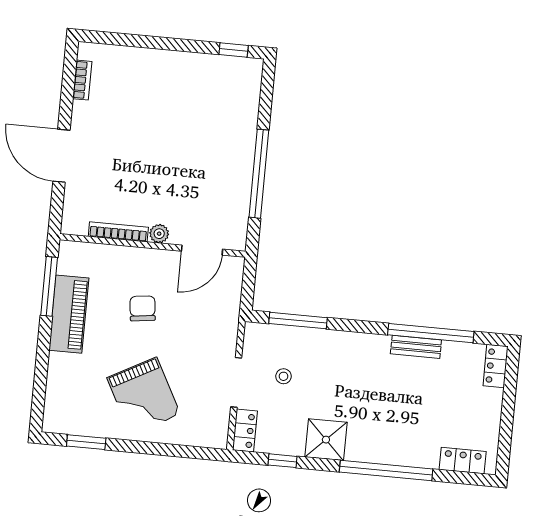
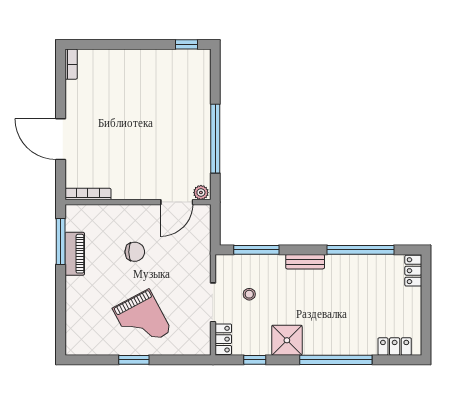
bookcase: (82, 80) -> (71, 64), moved
bookcase: (118, 232) -> (88, 194), moved
plant: (159, 234) -> (201, 193), moved
chair: (143, 308) -> (135, 252), turned 97
piano: (69, 314) -> (75, 254), width x0.73, depth x0.75
bench: (416, 347) -> (305, 262), moved
window: (86, 442) -> (134, 360), moved

